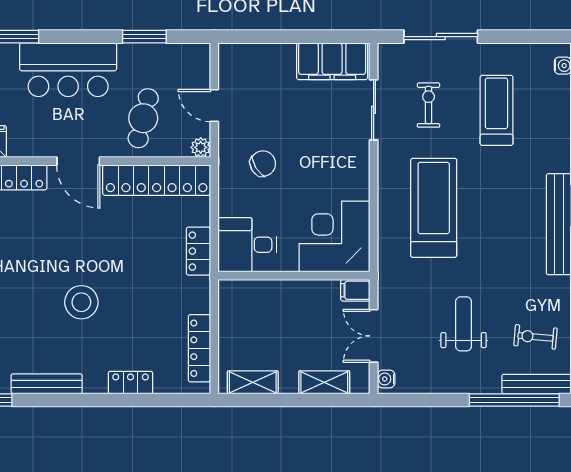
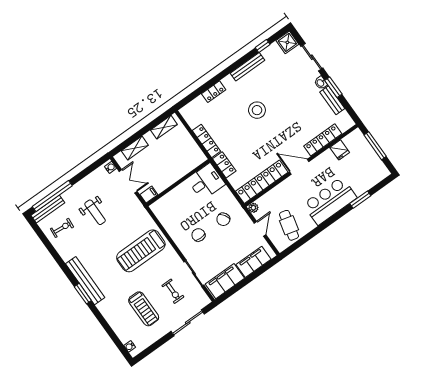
window: (144, 37) -> (308, 237), removed
filing cabinet: (263, 59) -> (254, 262), added
door: (214, 106) -> (260, 229), hinge flipped
cafe table: (143, 118) -> (289, 225), moved
chair: (322, 167) -> (198, 235), added
treadmill: (434, 208) -> (141, 251), turned 90
corner desk: (334, 236) -> (173, 210), removed
locker: (199, 348) -> (206, 141), moved

